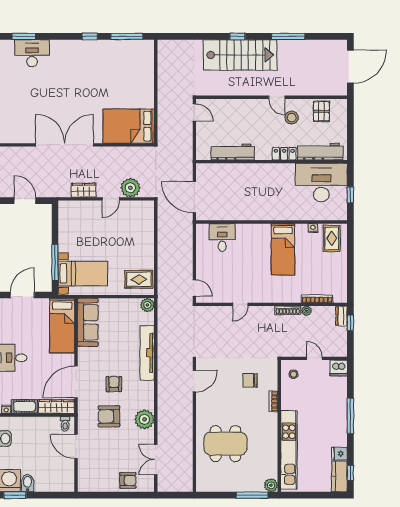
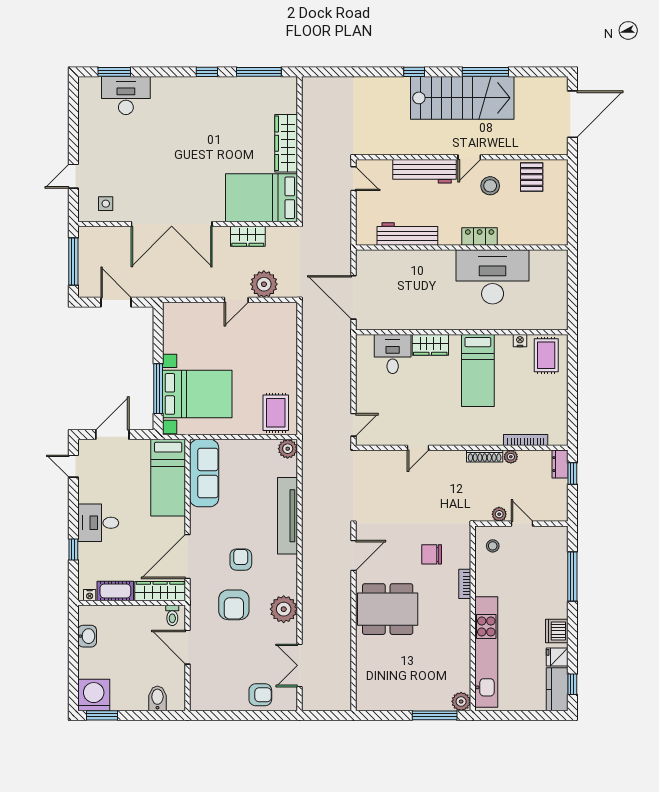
stairs: (240, 55) -> (462, 98), moved
wardrobe: (146, 87) -> (286, 143), added
door: (277, 97) -> (469, 157), hinge flipped
side table: (18, 130) -> (106, 204), added
double door: (65, 145) -> (172, 224), swing flipped
workbench: (320, 152) -> (424, 171), moved, turned 180
desk: (321, 183) -> (493, 277), moved
wardrobe: (84, 190) -> (248, 236), moved, turned 180
window: (350, 195) -> (572, 294), removed
wardrobe: (249, 231) -> (430, 345), added
bed with nightstands: (83, 274) -> (197, 394), width x1.36
rug: (139, 279) -> (276, 413), turned 90
door: (194, 288) -> (354, 425), hinge flipped
plant: (298, 352) -> (499, 514), added
dishwasher: (339, 368) -> (557, 631), moved, turned 90
armchair: (109, 416) -> (234, 605), turned -90
window: (350, 416) -> (572, 576), moved
dining table: (225, 444) -> (388, 609), moved
bidet: (28, 483) -> (157, 698), moved

